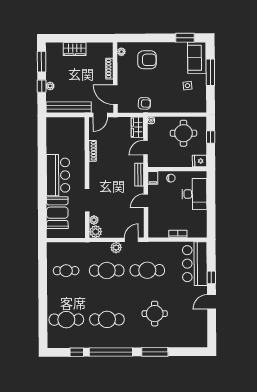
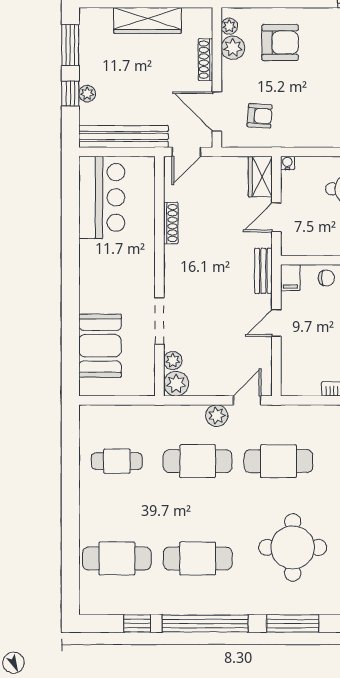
wardrobe: (75, 49) -> (147, 20), width x1.50
plant: (123, 63) -> (233, 48), added
armchair: (144, 103) -> (260, 116), moved
bar counter: (58, 175) -> (102, 197), moved
round table: (155, 314) -> (293, 547), width x1.36, depth x1.36

